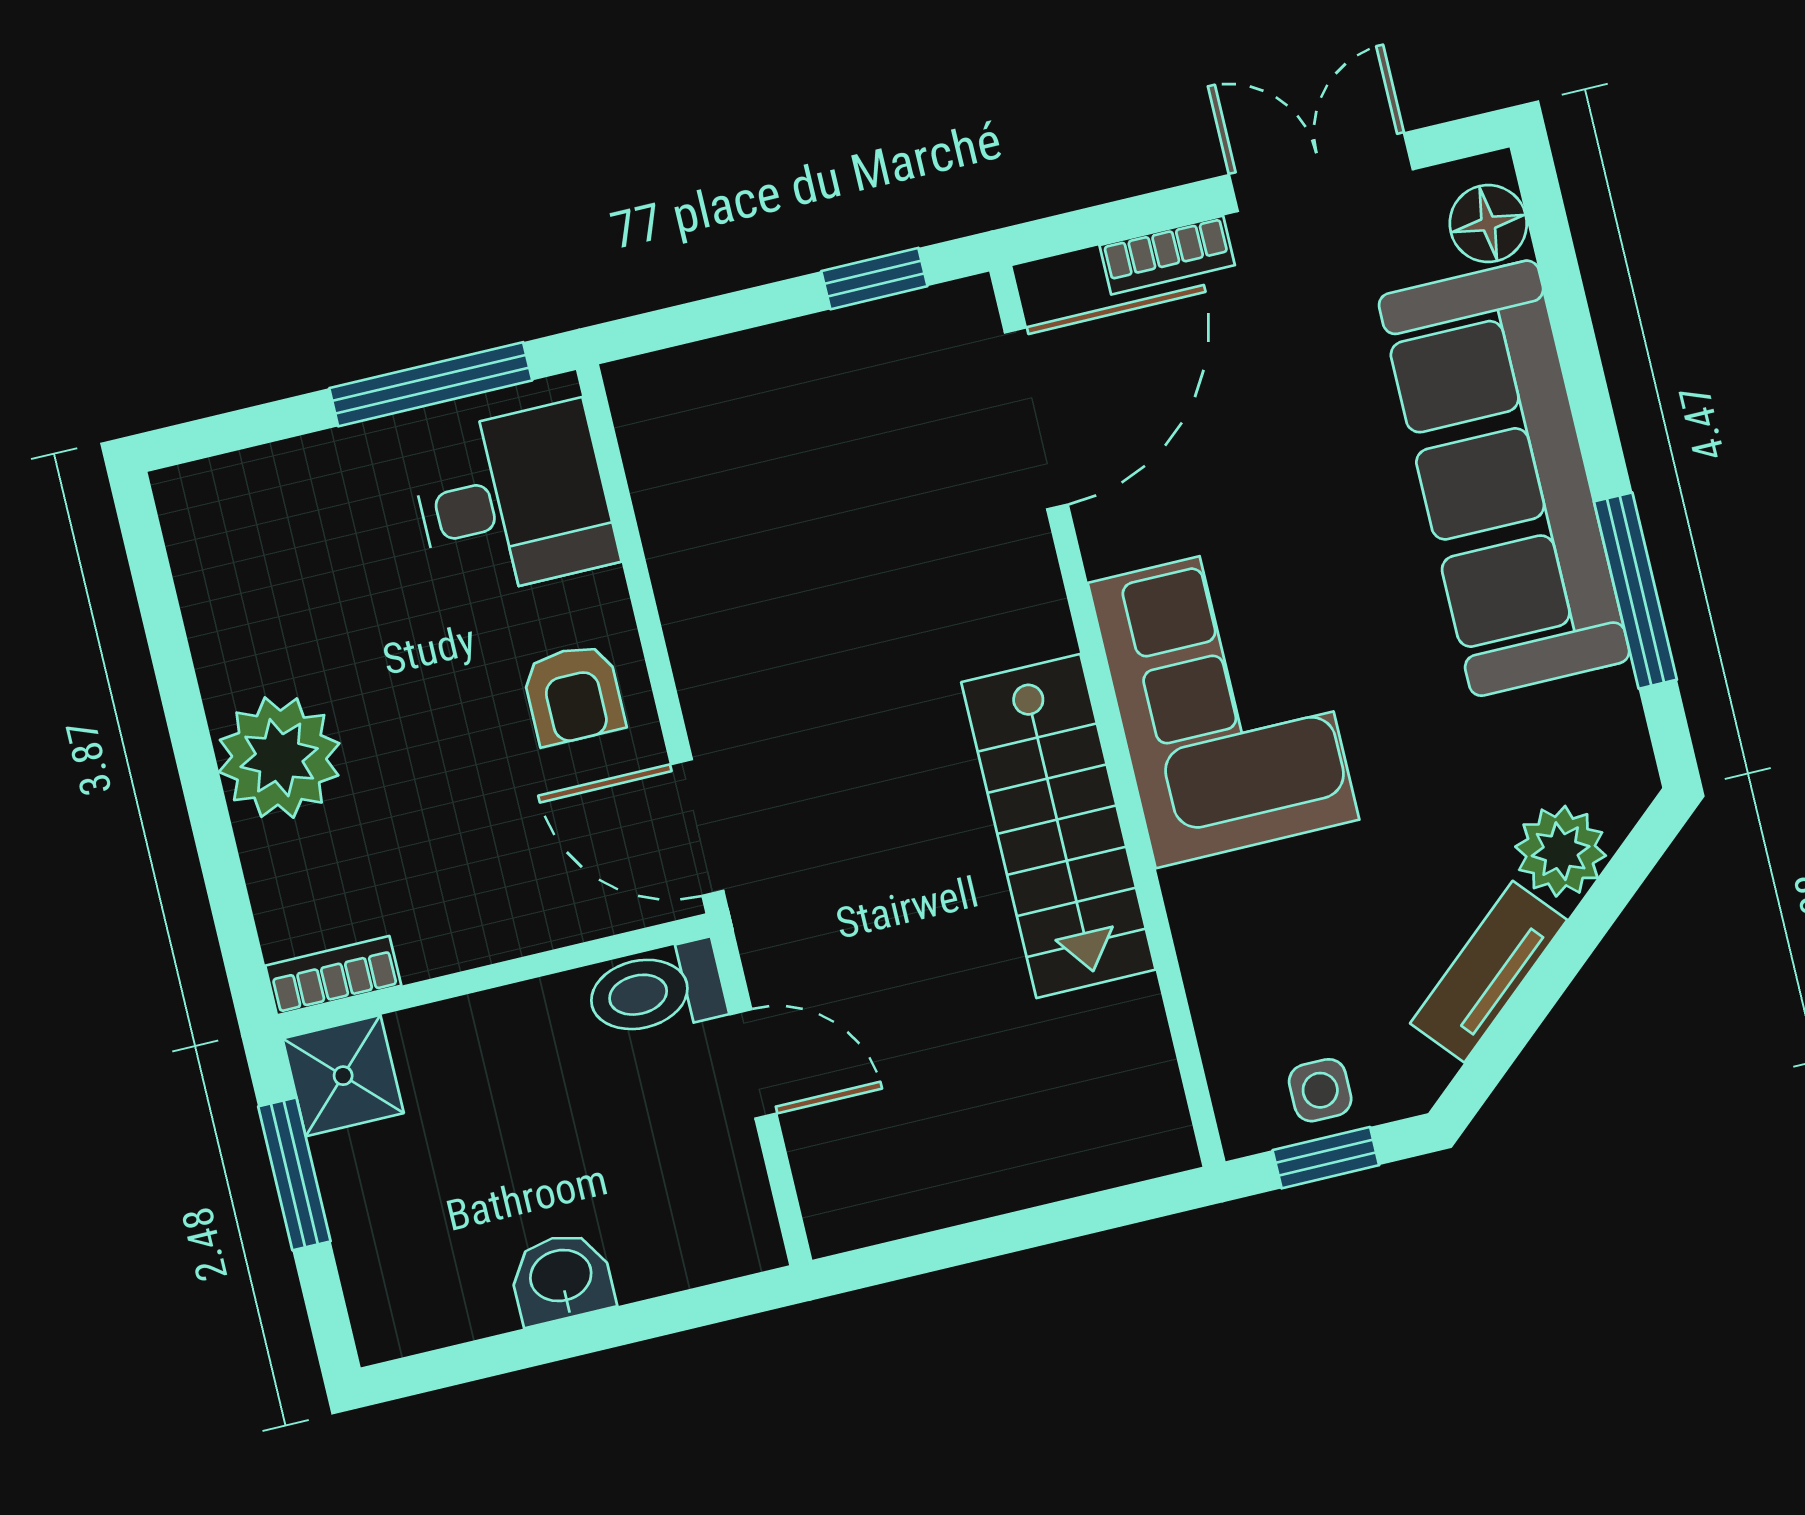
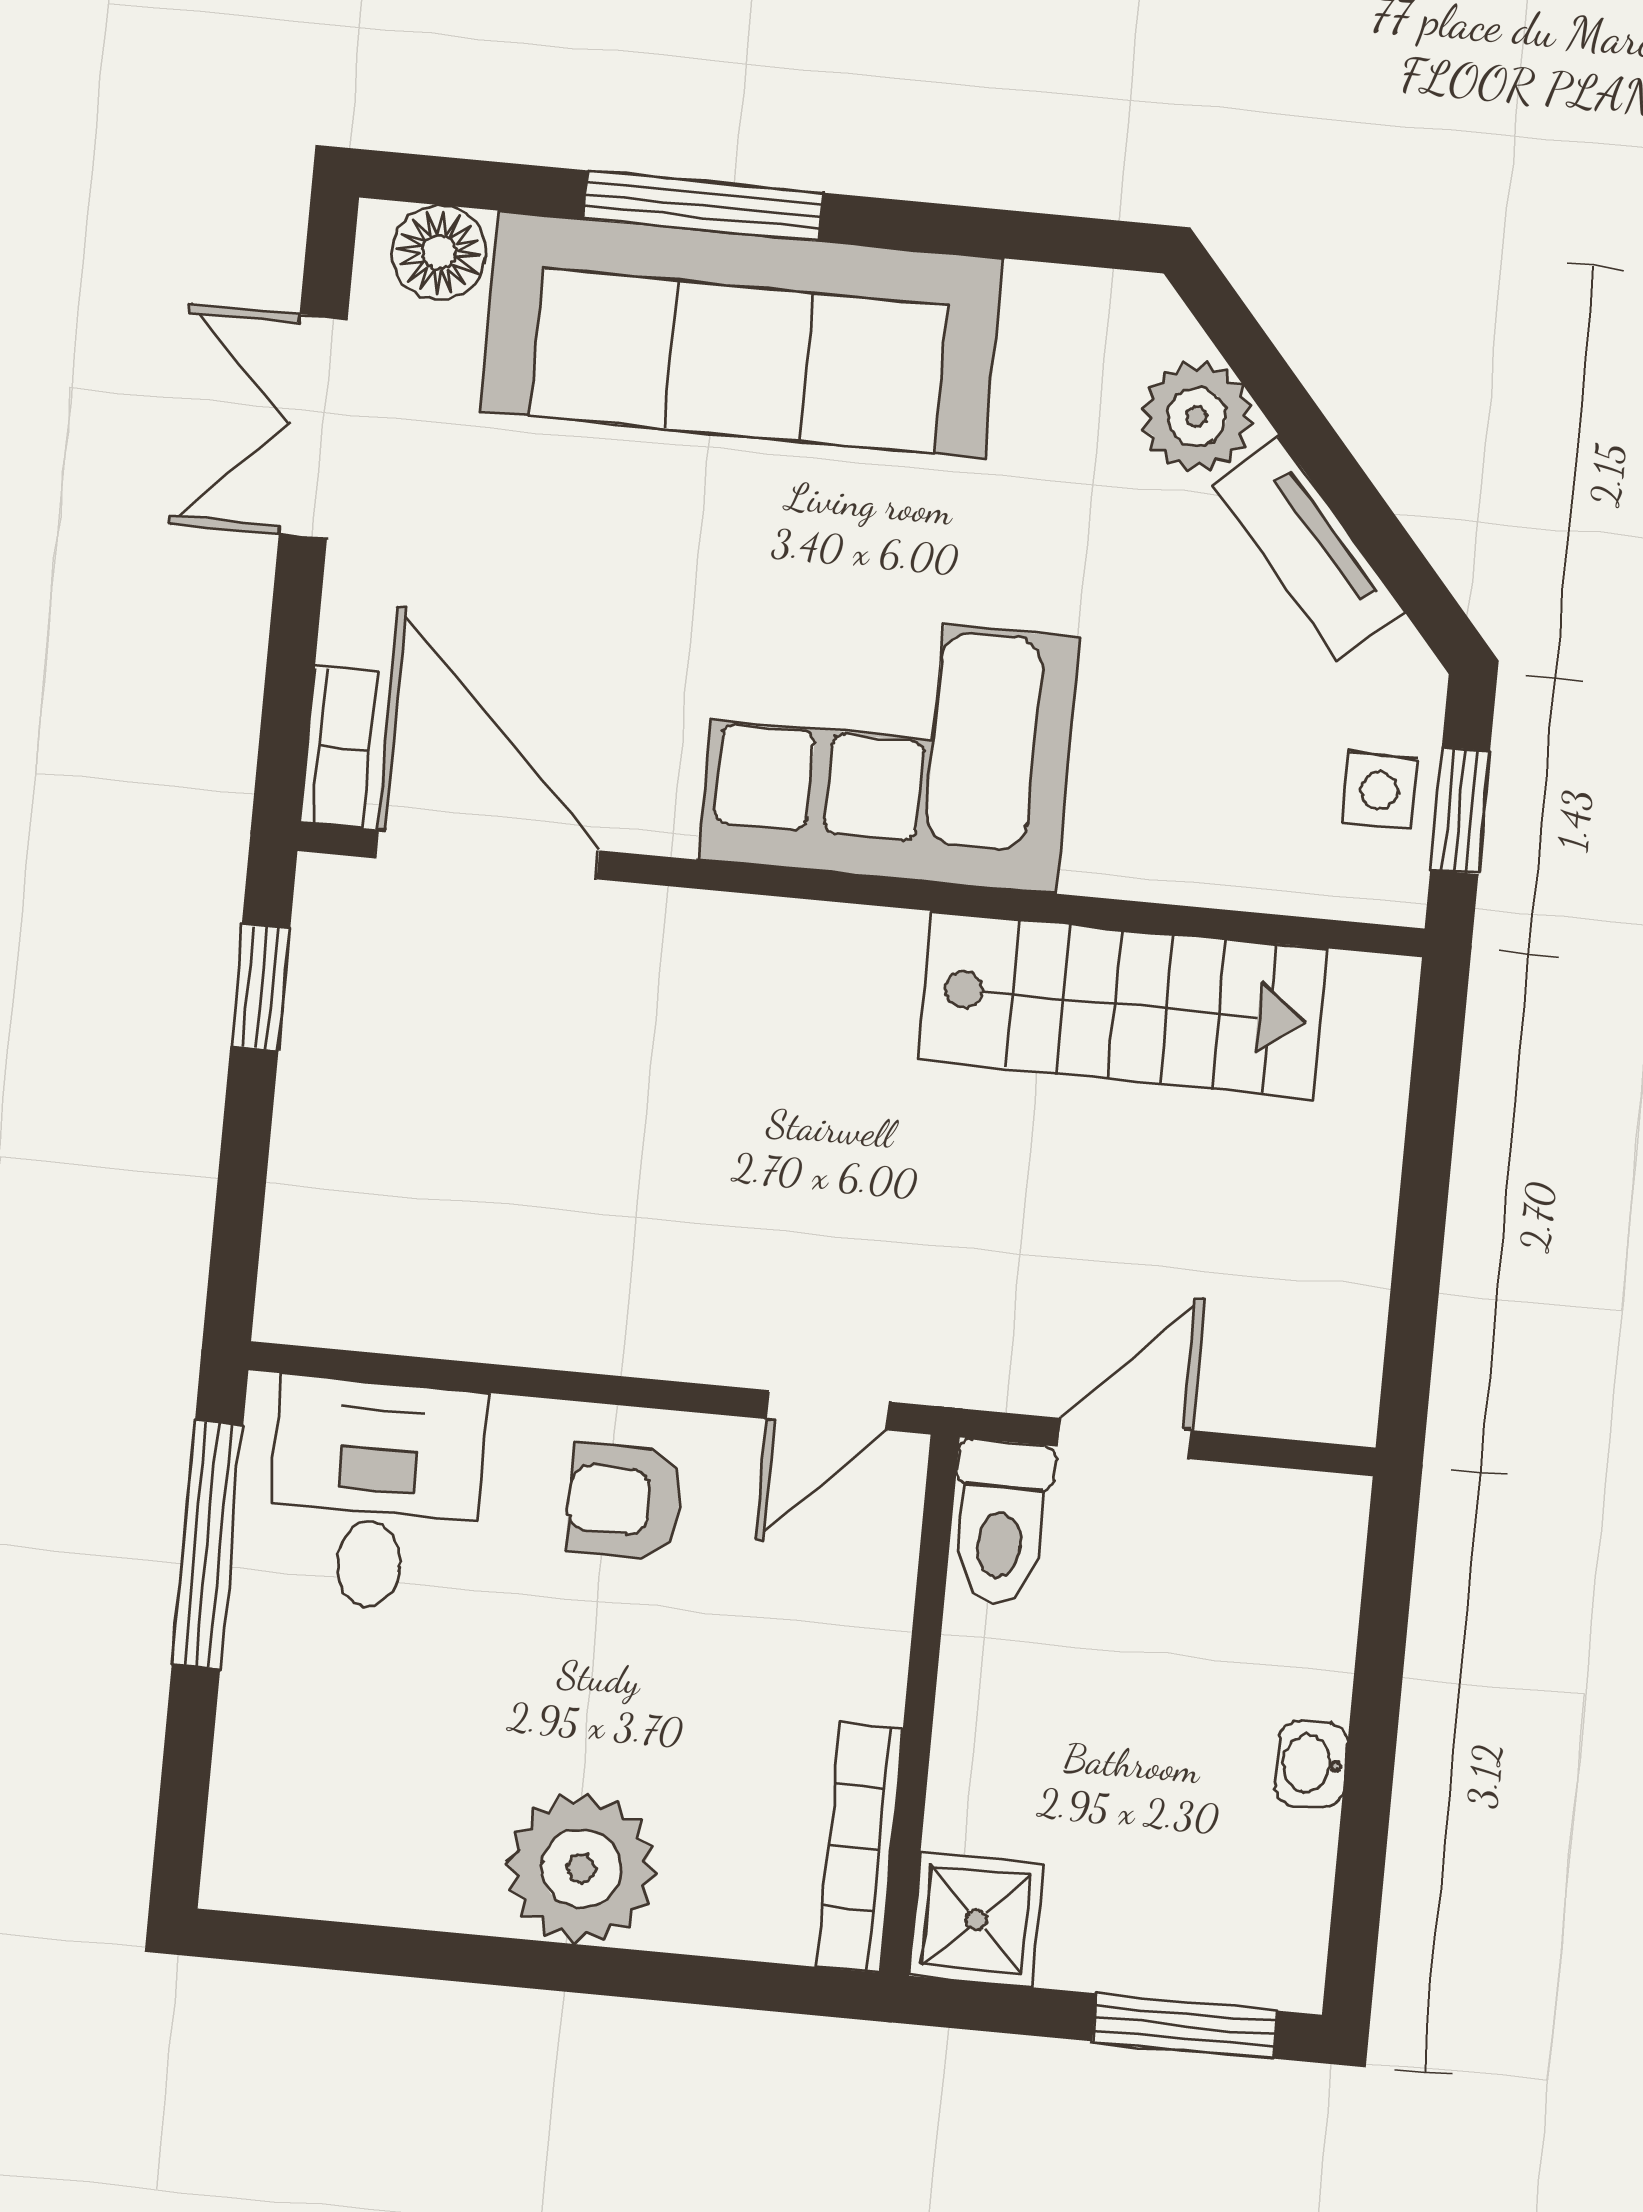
bookcase: (1167, 255) -> (338, 747), moved
window: (1635, 591) -> (703, 206), moved
armchair: (573, 694) -> (624, 1501), turned 180
stairs: (1058, 826) -> (1123, 1005), moved
door: (697, 827) -> (828, 1410), width x0.73
bookcase: (333, 976) -> (860, 1848), width x1.56
window: (294, 1174) -> (1185, 2026), moved
washbasin: (561, 1278) -> (1311, 1764), width x0.72, depth x0.69

